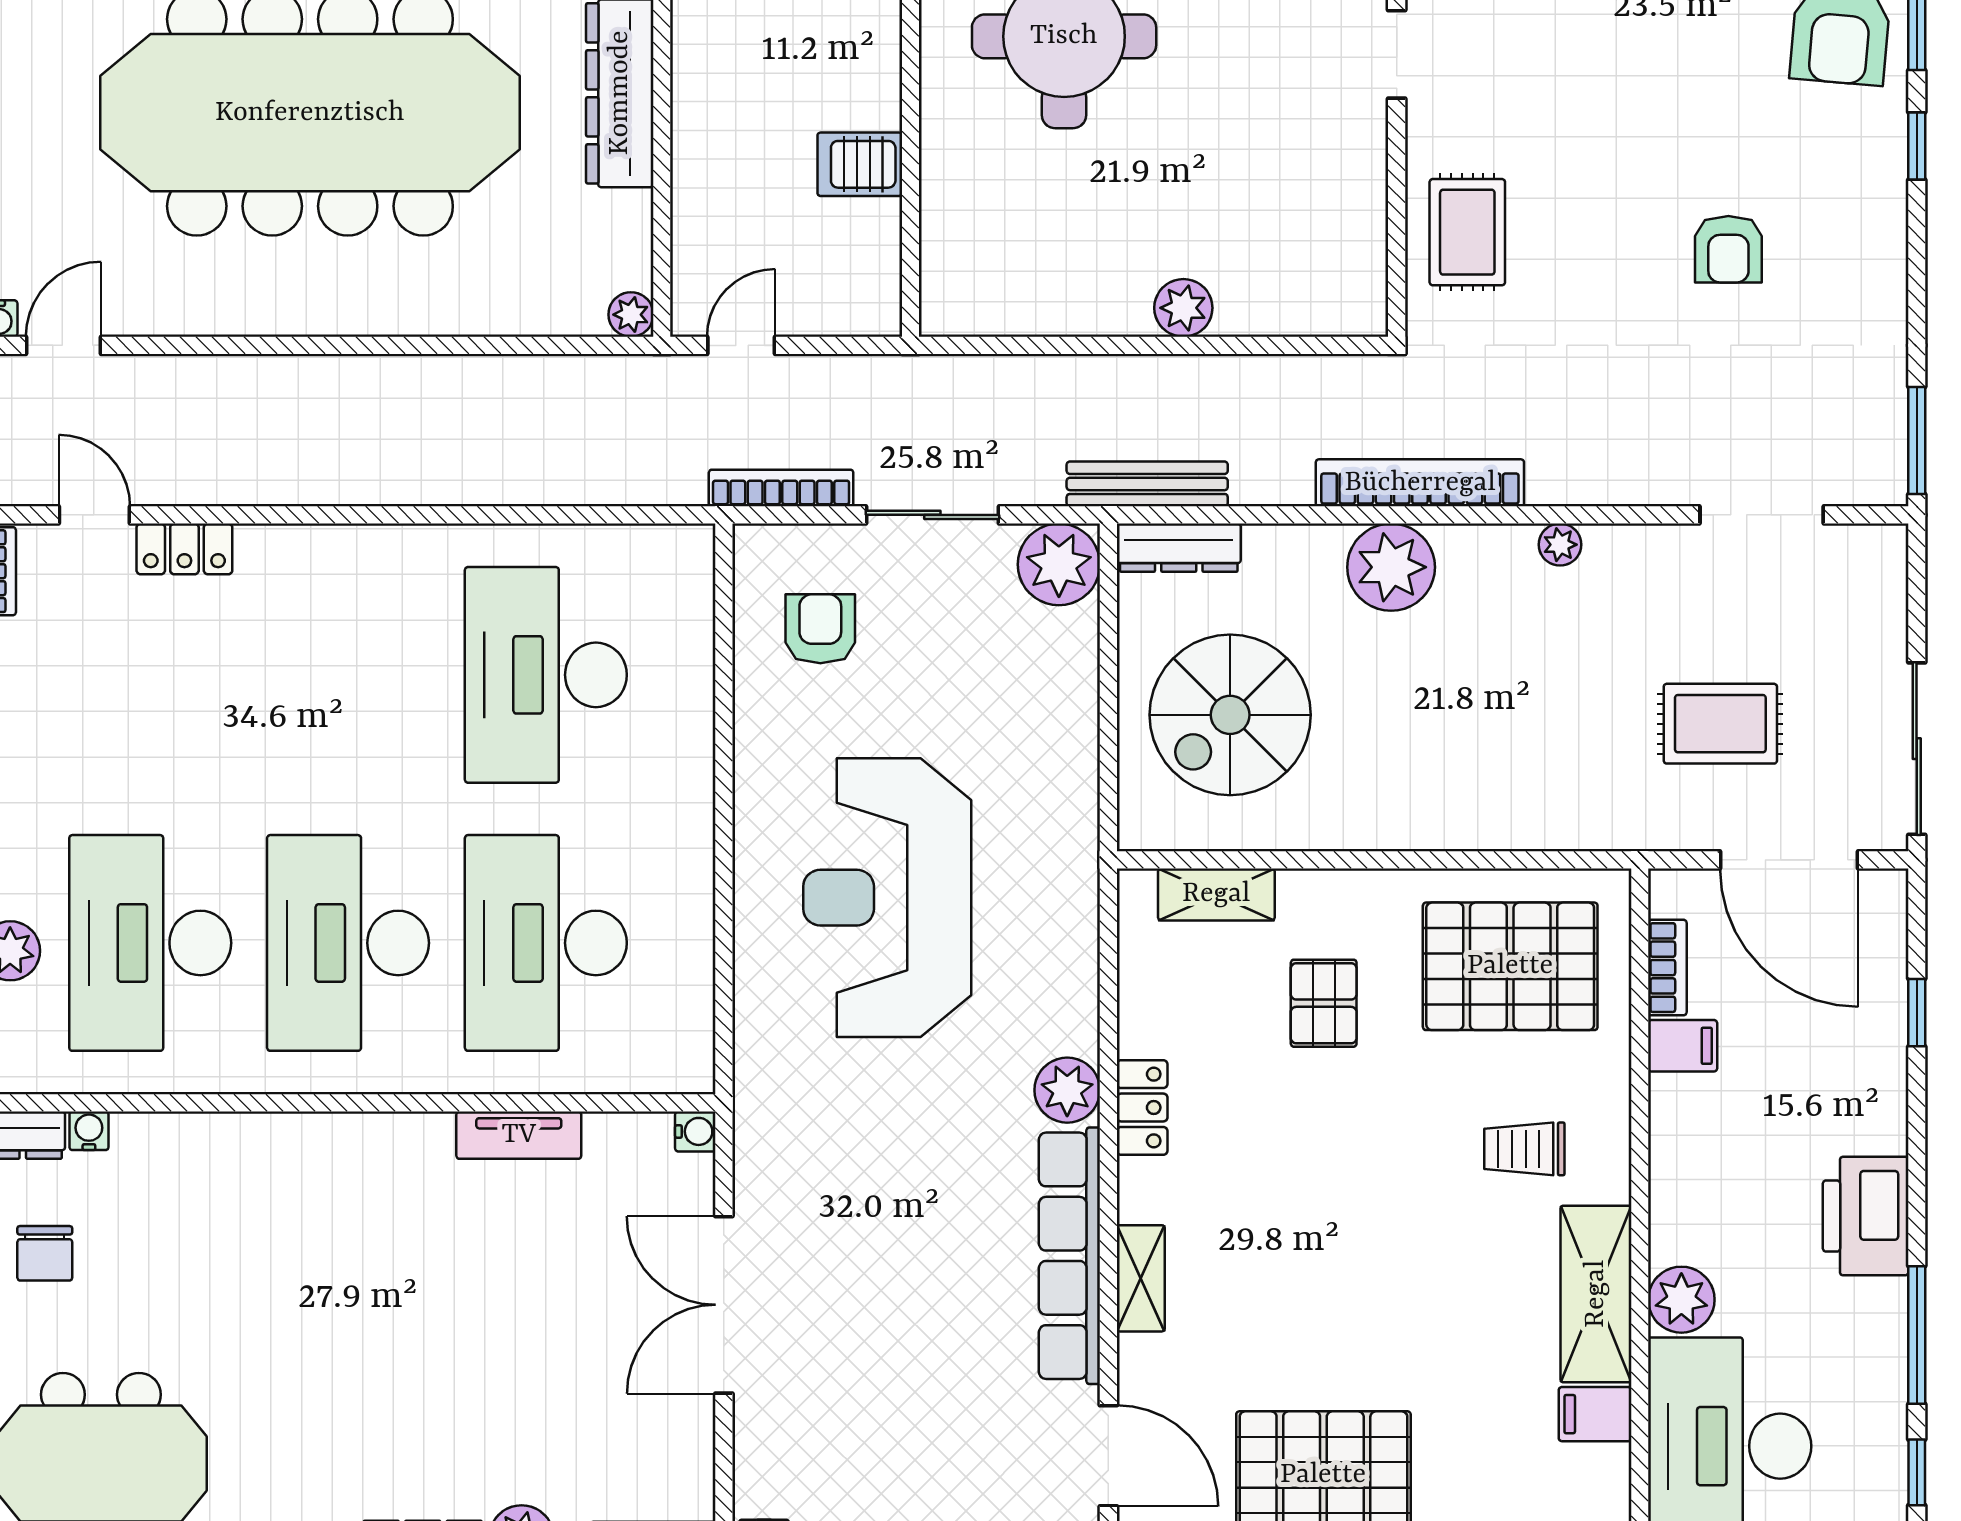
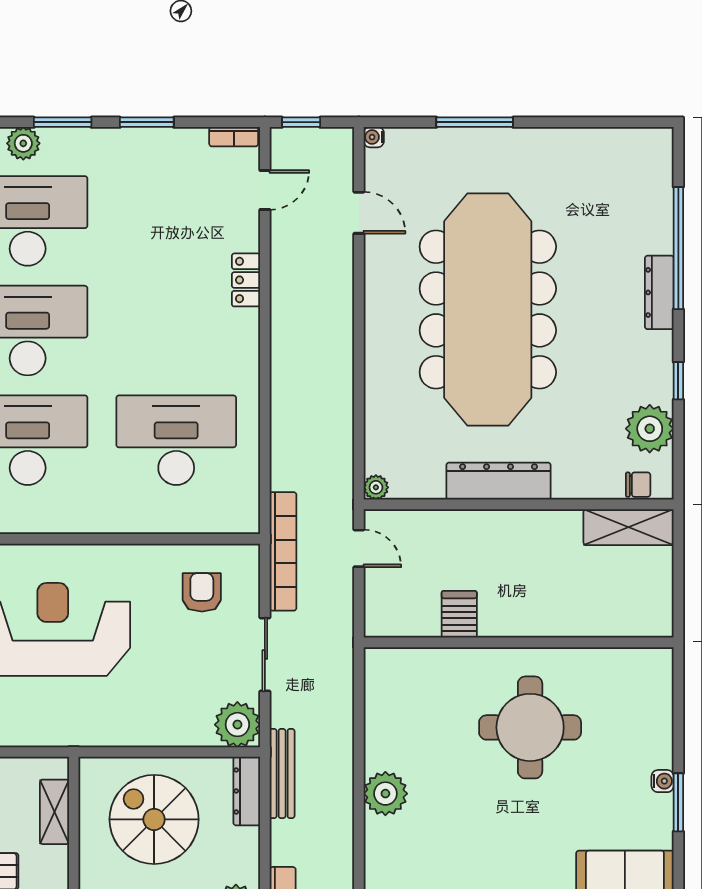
plant: (1183, 308) -> (385, 794), width x1.36, depth x1.36
door: (64, 345) -> (359, 213), moved
bookcase: (781, 488) -> (283, 551), width x1.48, depth x1.31
locker: (184, 549) -> (246, 280), moved
armchair: (820, 629) -> (202, 592), turned -90

